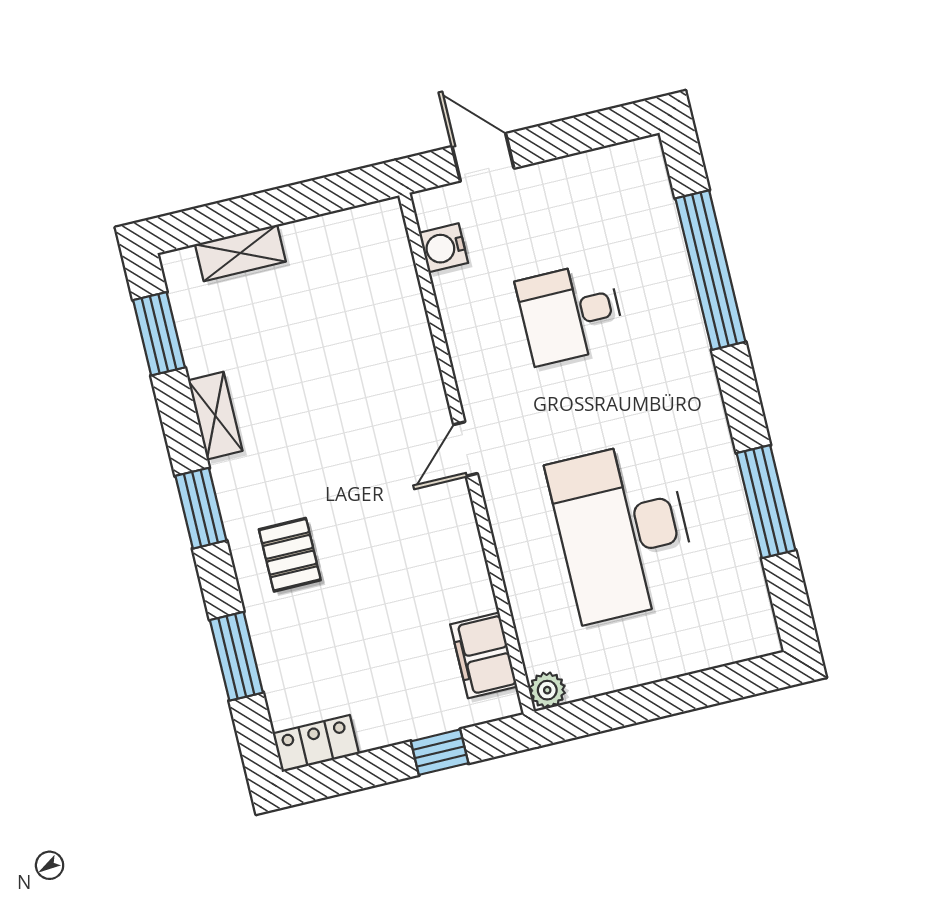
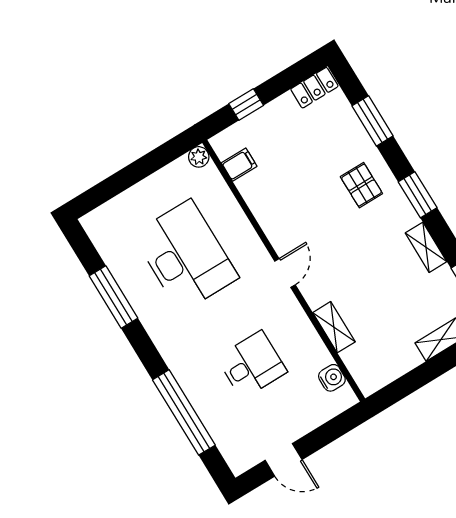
door: (483, 157) -> (284, 460), moved
shelving: (413, 332) -> (334, 327), added
filing cabinet: (484, 655) -> (239, 165), width x0.50

